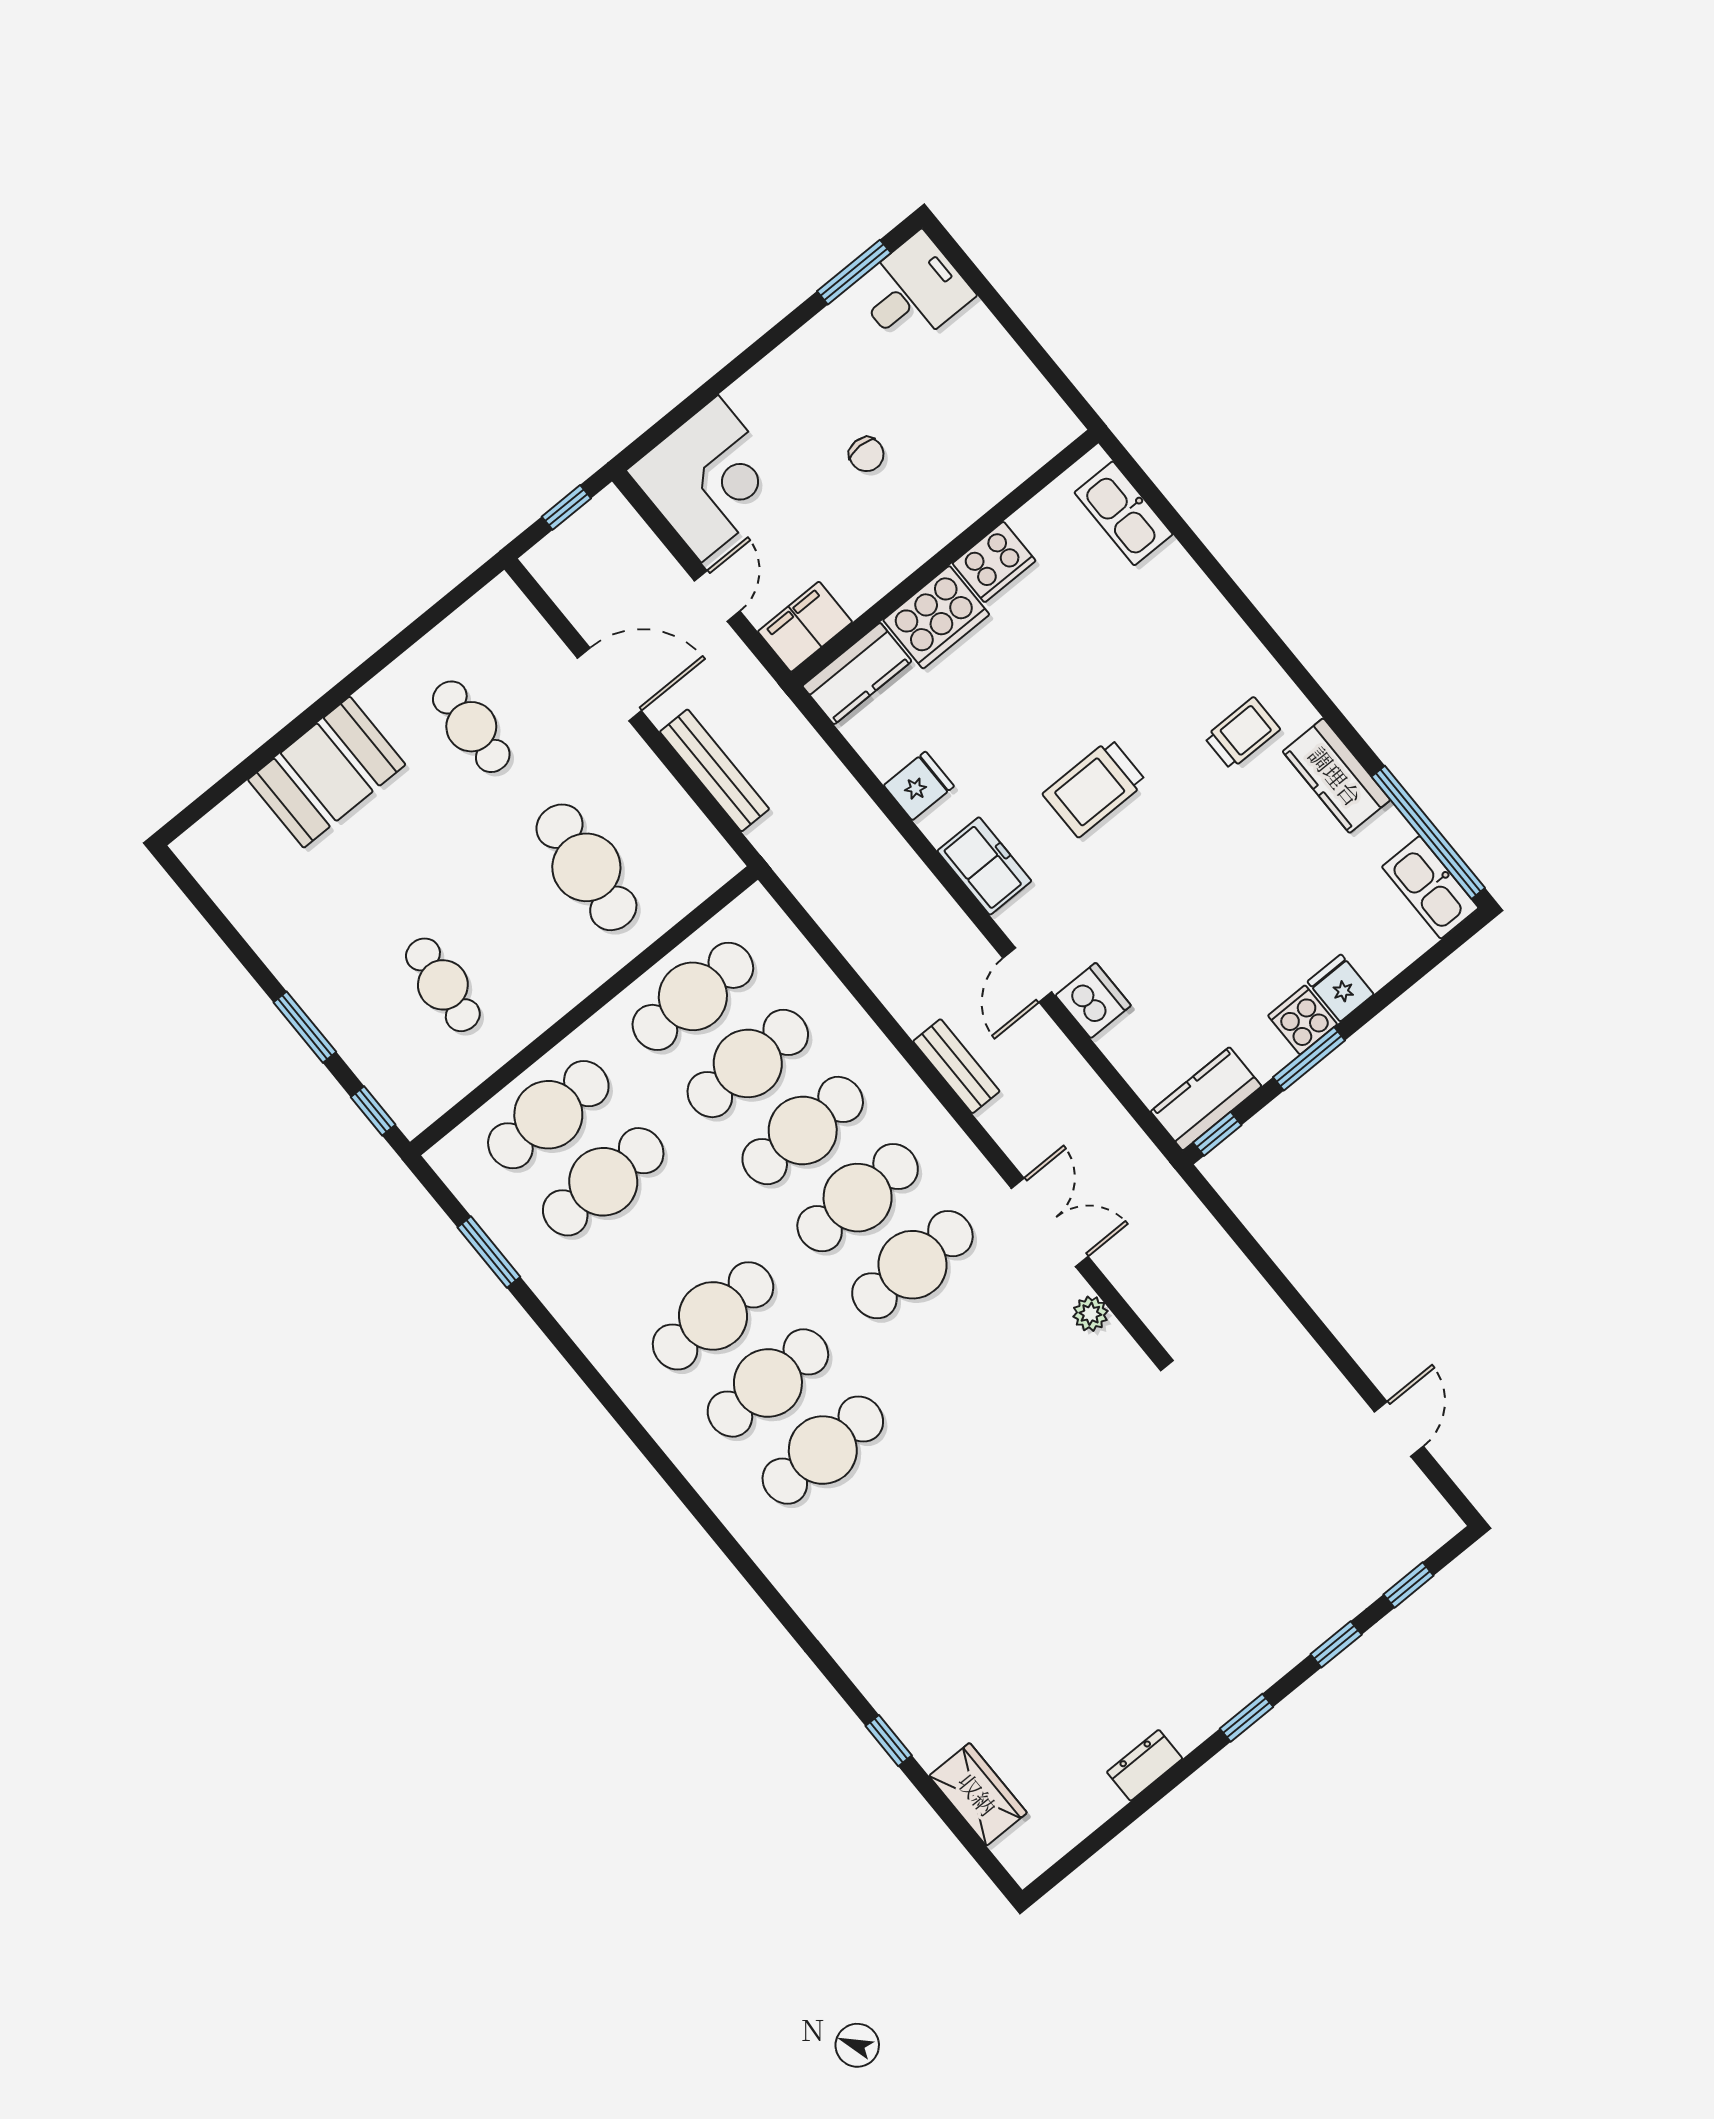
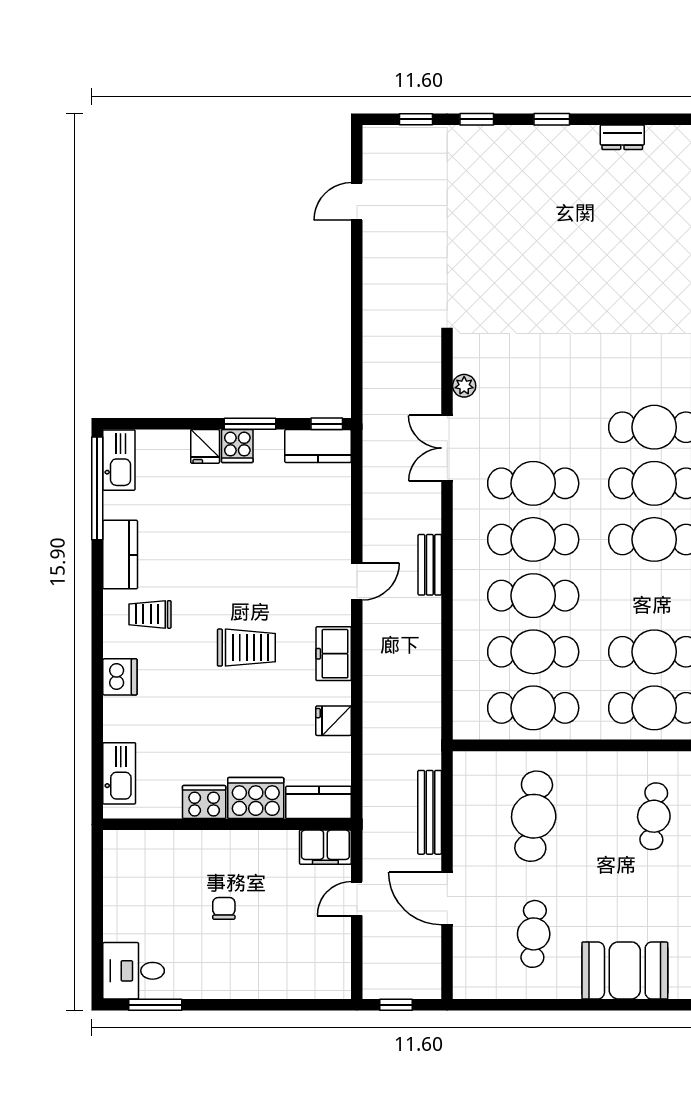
corner desk: (710, 479) -> (312, 960), removed
dishwasher: (1093, 1000) -> (120, 677), moved, turned 180

